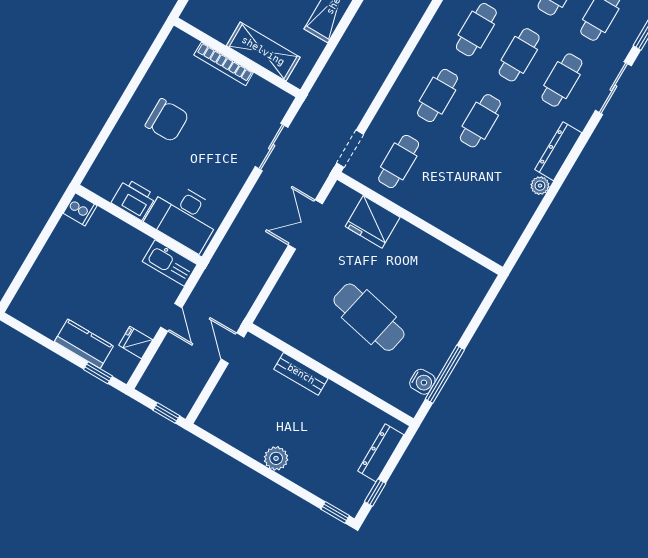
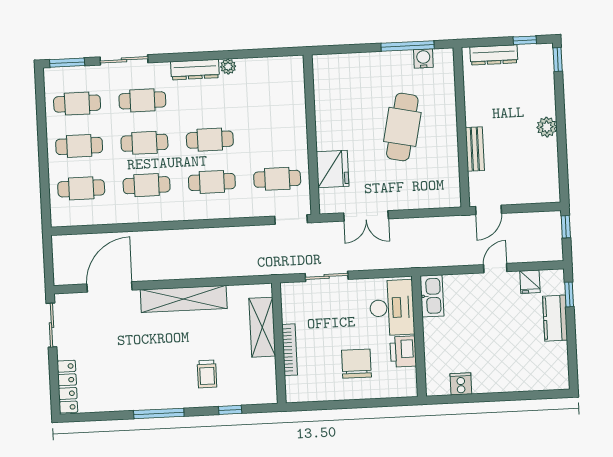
printer: (134, 199) -> (403, 352), moved
desk: (184, 216) -> (392, 308), moved
wall: (139, 225) -> (419, 336), moved
kitchen sink: (170, 263) -> (432, 296), moved

